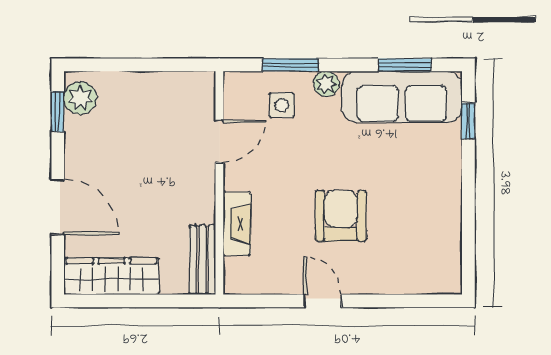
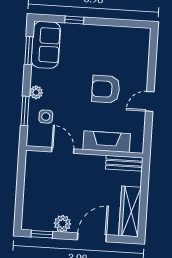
sofa: (402, 97) -> (46, 45), width x0.73
plant: (80, 98) -> (62, 224), moved
window: (468, 121) -> (74, 20), moved
fireplace: (237, 224) -> (107, 142), width x1.37, depth x1.32

